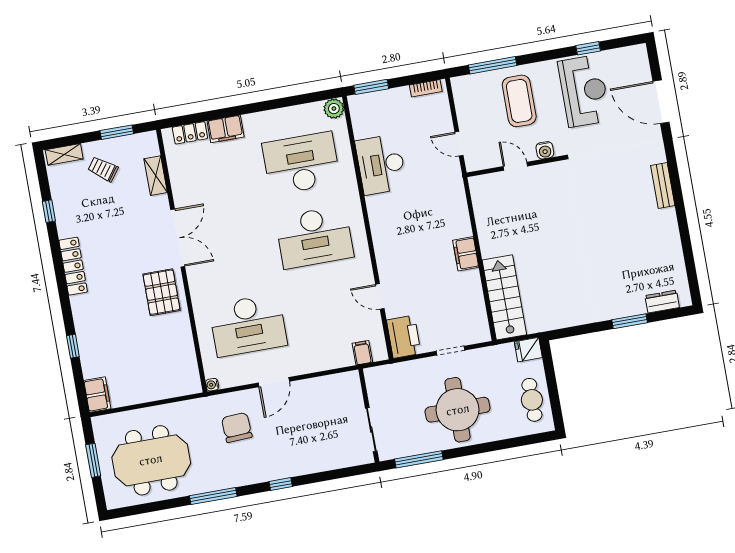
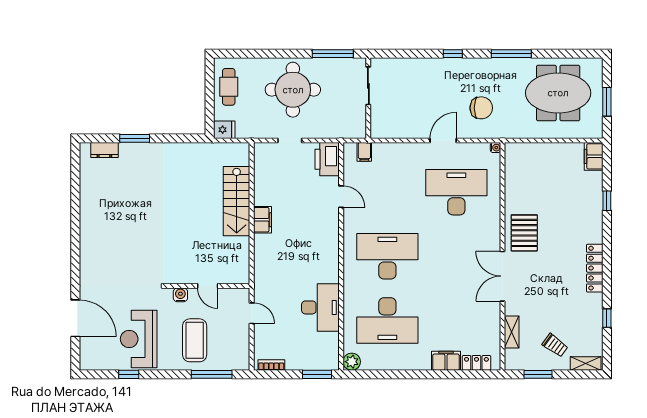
bench: (663, 186) -> (87, 248), removed
stairs: (504, 297) -> (237, 201), moved
chair: (237, 427) -> (481, 108), turned -87

